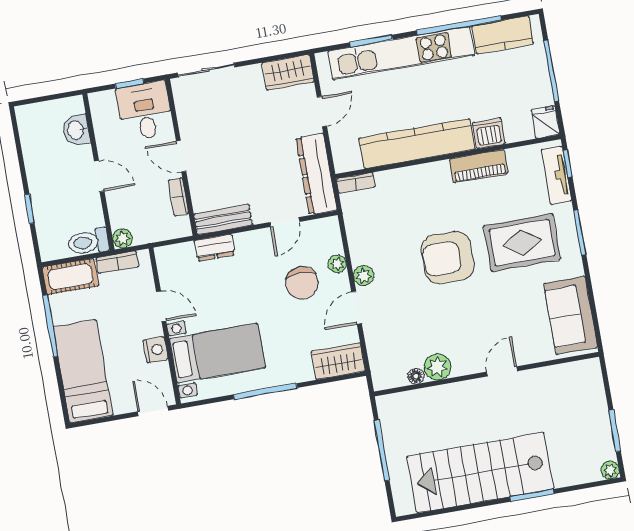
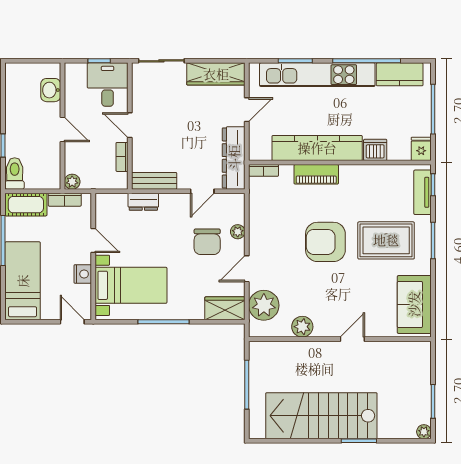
wardrobe: (288, 72) -> (216, 74), width x1.50
piano: (479, 166) -> (316, 174), moved
toilet: (88, 242) -> (15, 174), moved, turned 90
plant: (364, 276) -> (264, 305), moved, width x1.88, depth x1.88
floor lamp: (416, 376) -> (284, 331), removed

